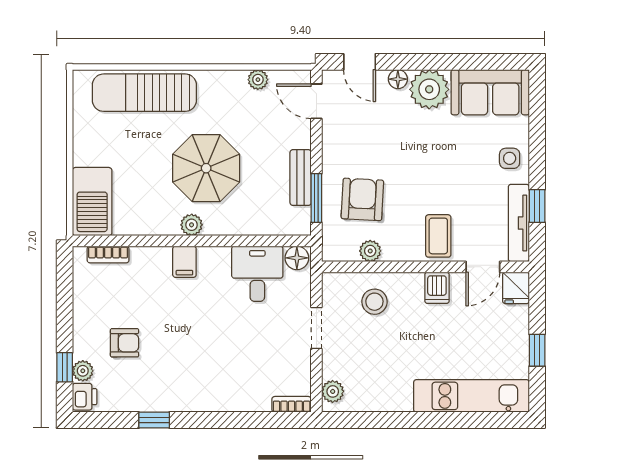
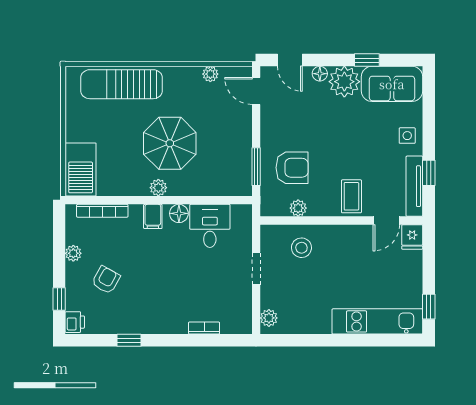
window: (458, 62) -> (367, 60), added
bench: (301, 178) -> (244, 151), removed
armchair: (362, 199) -> (292, 168), turned 87
bookcase: (108, 254) -> (102, 211), width x1.56
floor lamp: (297, 258) -> (179, 213), moved
dishwasher: (437, 288) -> (350, 237), removed
armchair: (125, 343) -> (106, 280), turned -61
window: (537, 350) -> (429, 307), moved
plant: (83, 371) -> (73, 253), moved
bookcase: (292, 404) -> (204, 328), moved

